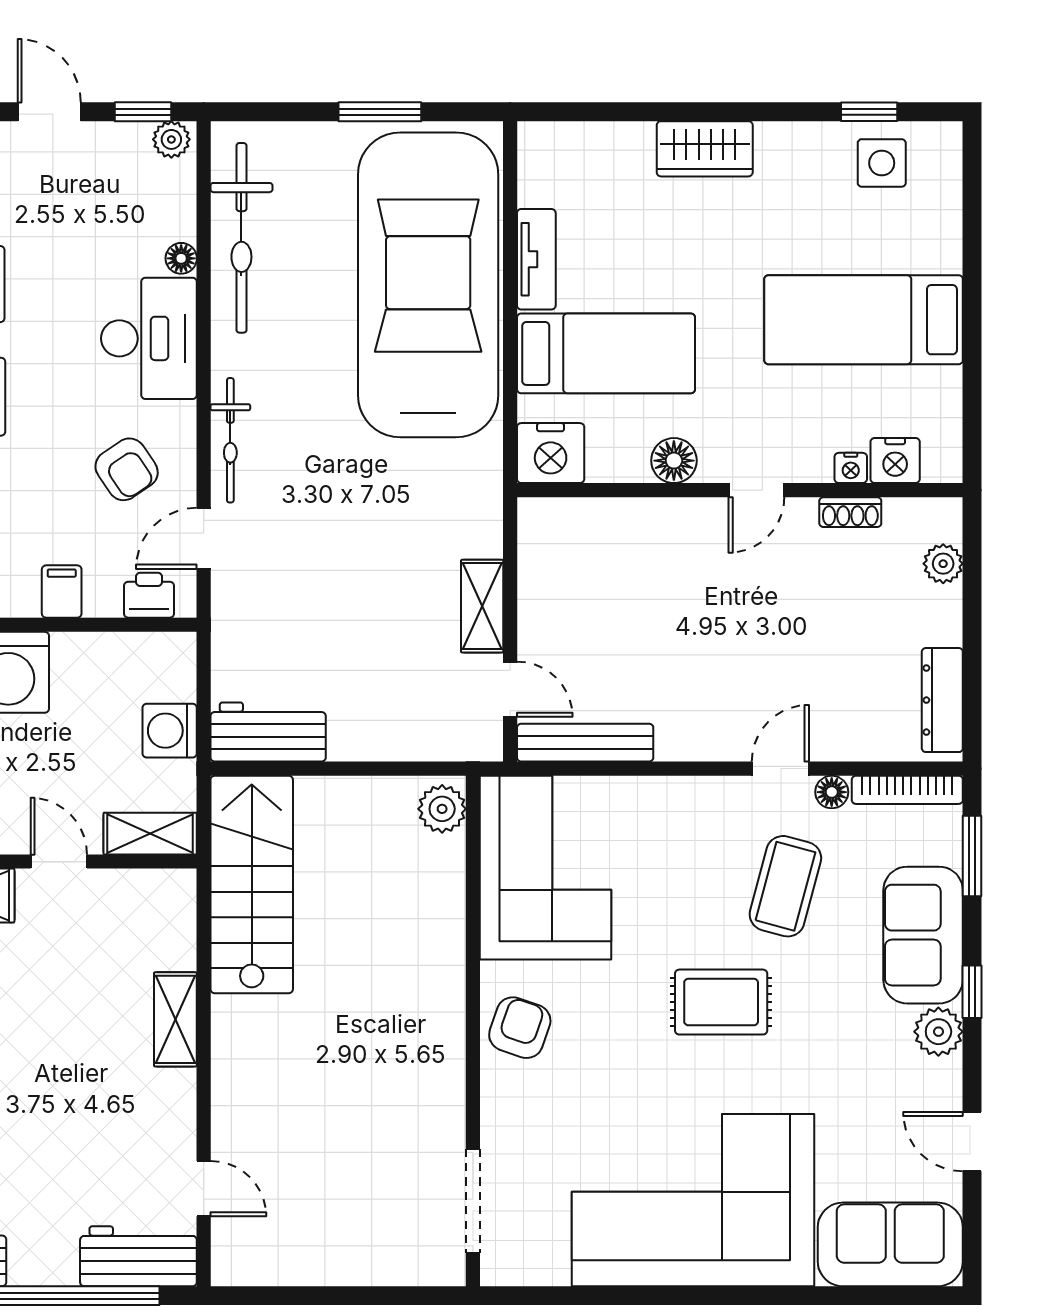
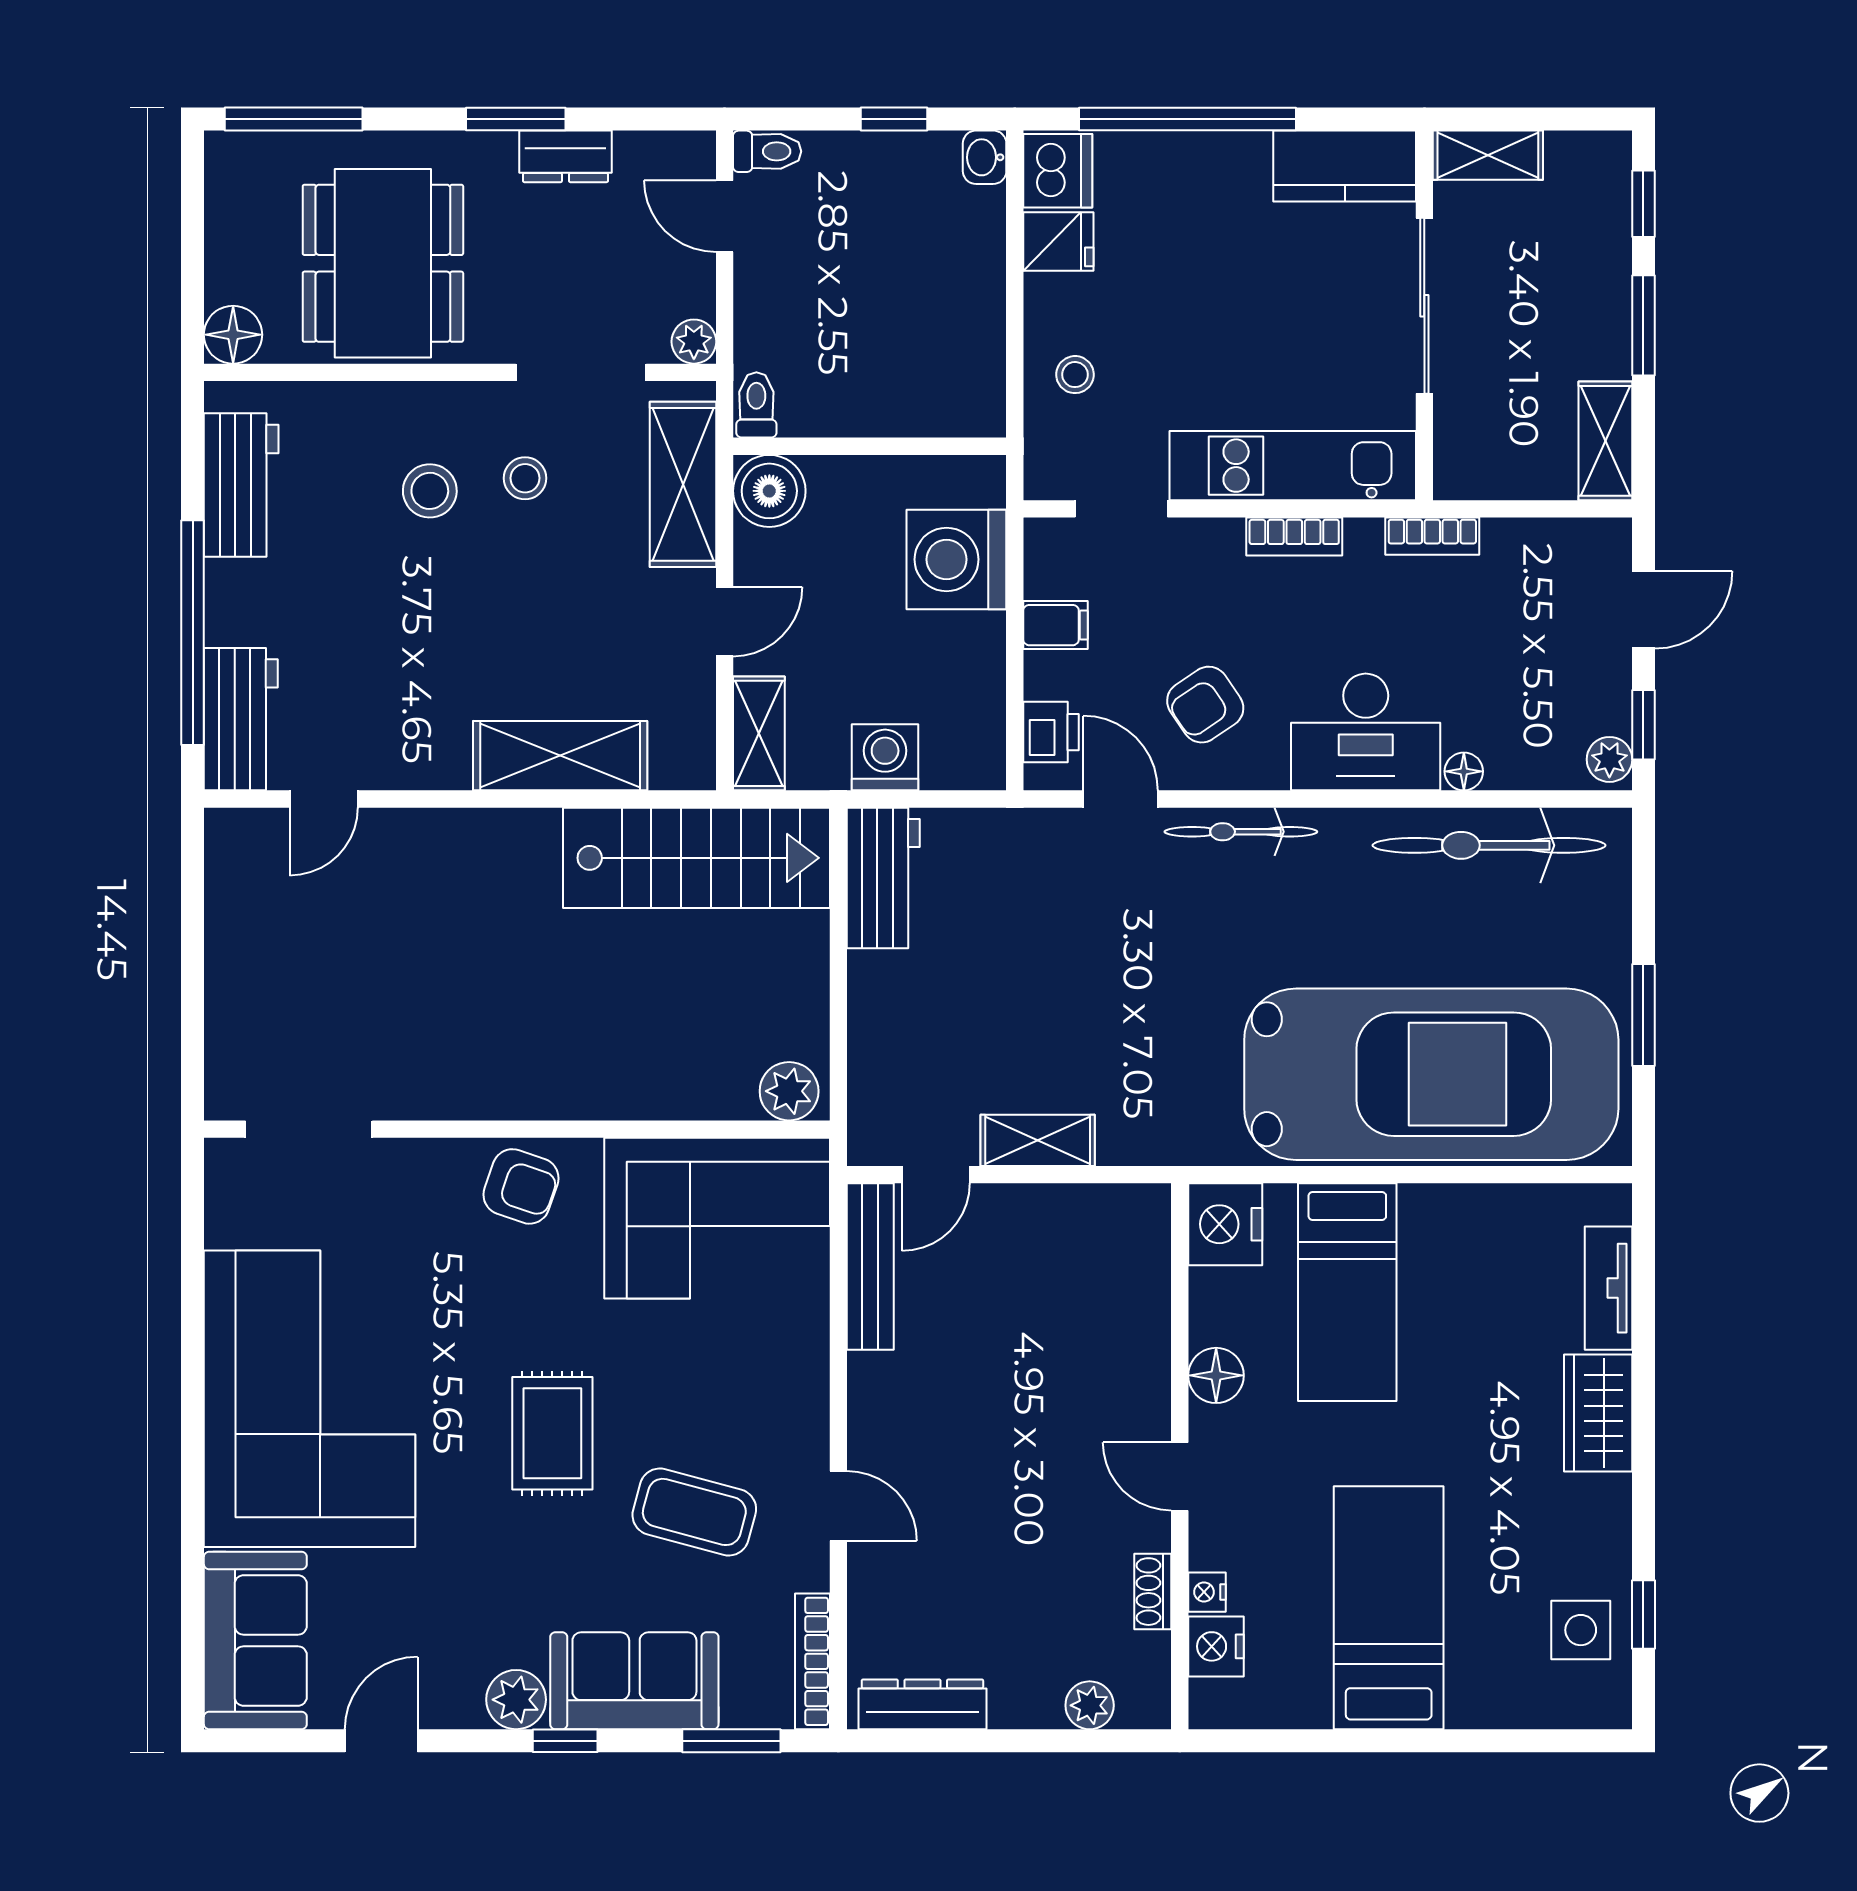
tv unit: (536, 259) -> (1609, 1288), moved, turned 90
floor lamp: (832, 792) -> (810, 1569), removed
shelving: (175, 1019) -> (560, 756), width x1.50, depth x1.33

